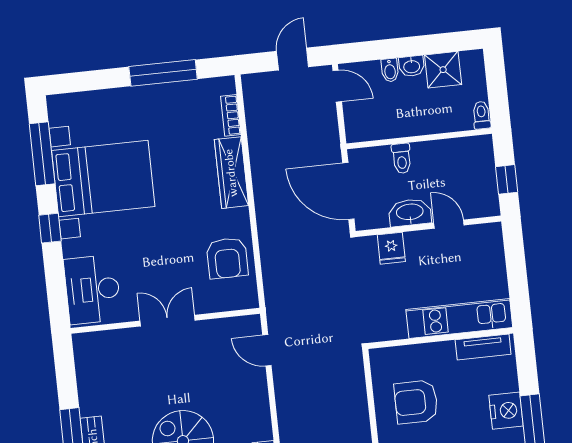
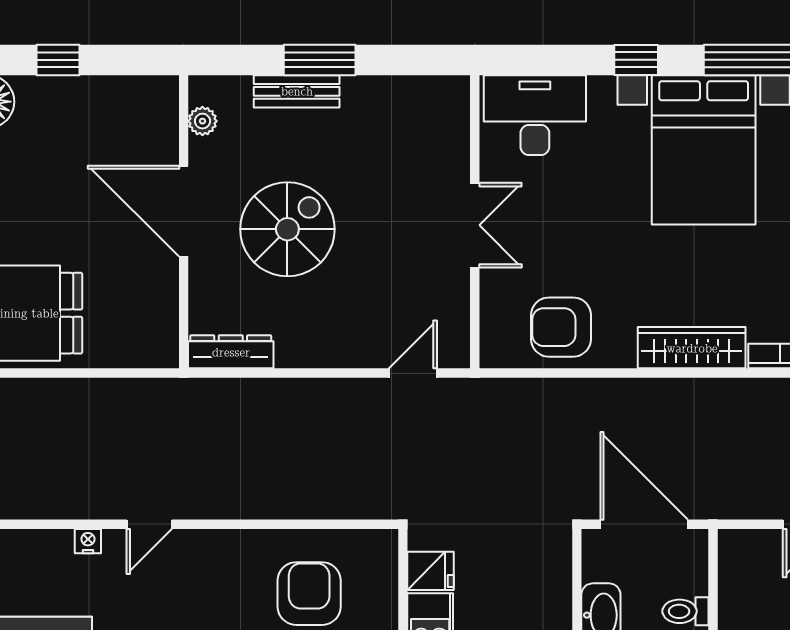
door: (348, 191) -> (644, 524), hinge flipped
fridge: (391, 248) -> (430, 571), moved, turned 180

